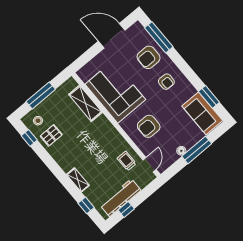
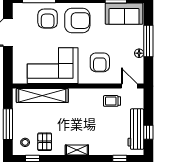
armchair: (166, 82) -> (77, 21), width x1.88, depth x1.88
shelving: (85, 103) -> (42, 96), width x1.47
shelving: (78, 180) -> (77, 150), moved

